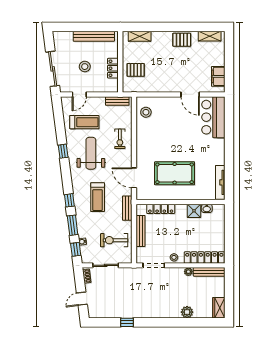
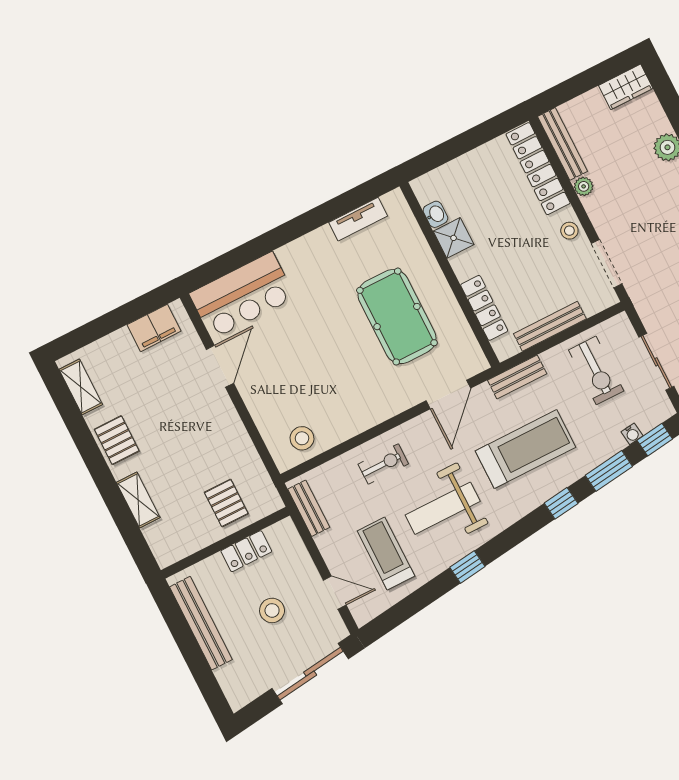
shelving: (140, 36) -> (138, 500), moved
tv unit: (220, 182) -> (358, 219), width x0.71
treadmill: (98, 197) -> (526, 449), width x1.37, depth x1.38

